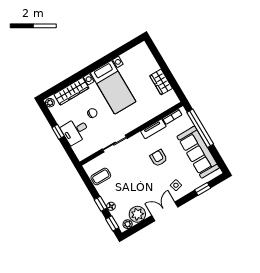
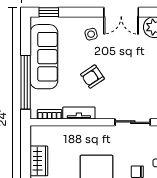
armchair: (159, 158) -> (92, 77), turned 56
window: (203, 189) -> (49, 12), moved

